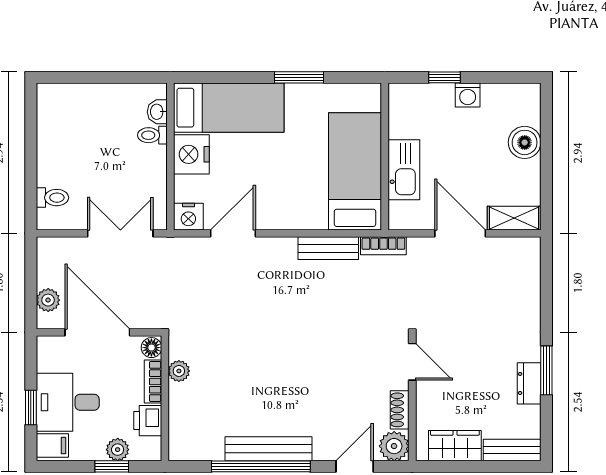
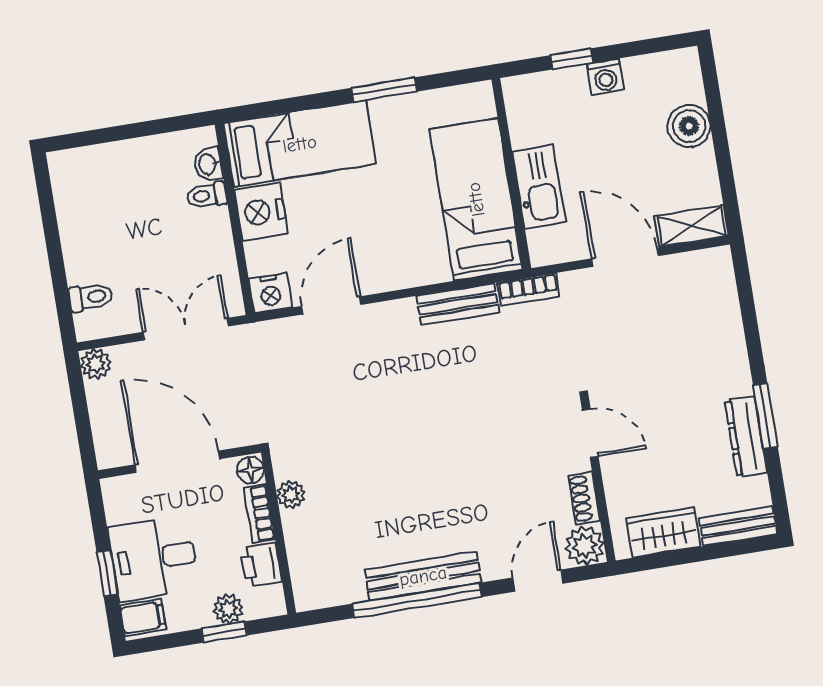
plant: (48, 300) -> (96, 364), moved
dresser: (529, 383) -> (746, 436), width x1.44

